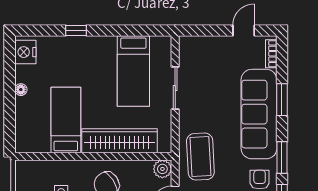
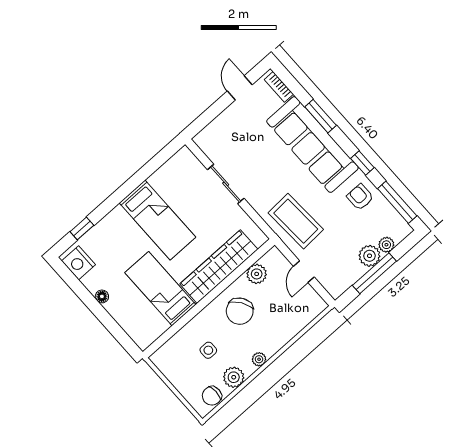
window: (76, 30) -> (82, 228), moved
bed: (133, 71) -> (157, 220), moved
window: (282, 157) -> (362, 163), width x0.67
plant: (162, 169) -> (257, 274), moved

